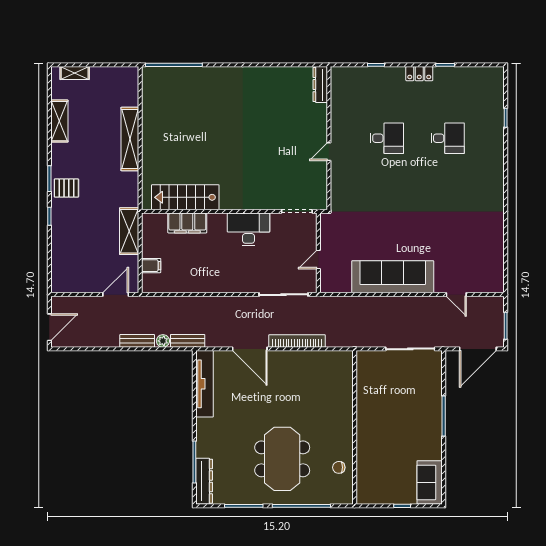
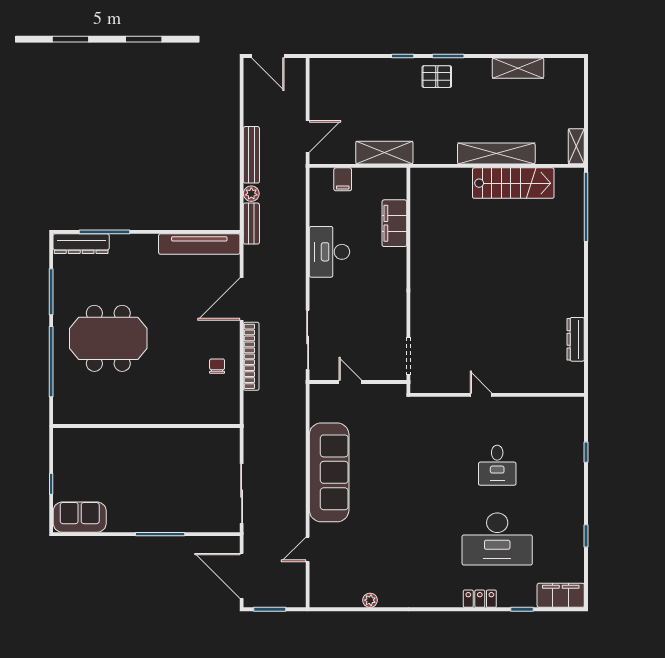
shelving: (75, 73) -> (576, 146), moved
locker: (419, 74) -> (480, 599), moved, turned 90
dresser: (320, 85) -> (576, 339), moved, turned -90
filing cabinet: (494, 86) -> (561, 595), added
desk: (448, 138) -> (497, 539), width x1.87, depth x1.30
pallet: (66, 188) -> (437, 77), turned 90
stairs: (185, 197) -> (513, 183), moved, turned 90
desk: (249, 229) -> (329, 252), moved, turned 180
plant: (498, 243) -> (370, 600), added
door: (116, 295) -> (308, 136), hinge flipped
bench: (137, 341) -> (251, 155), width x1.36
chair: (339, 467) -> (217, 366), moved

